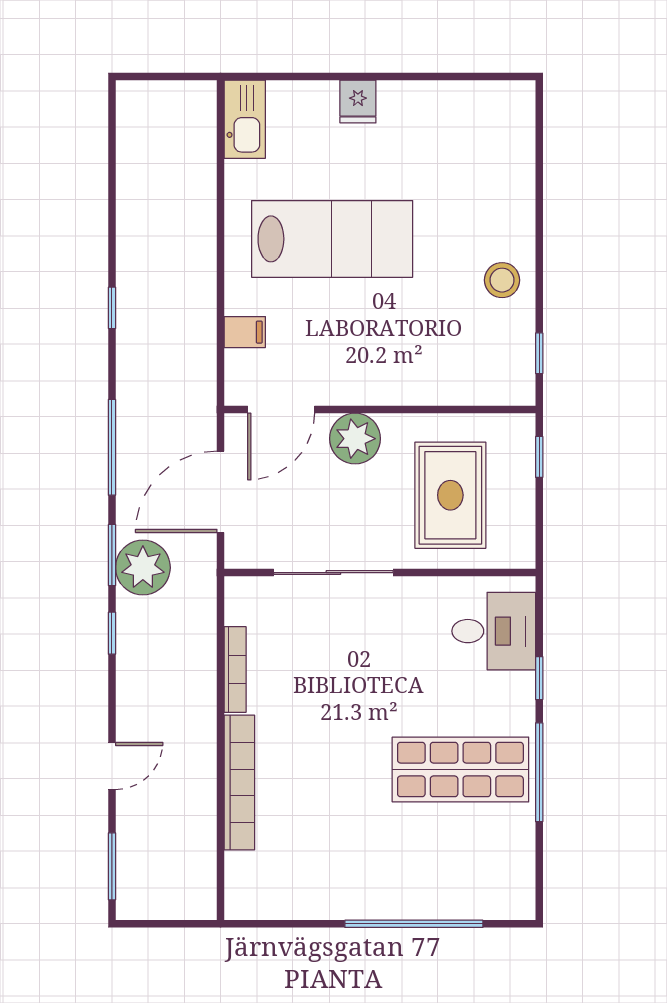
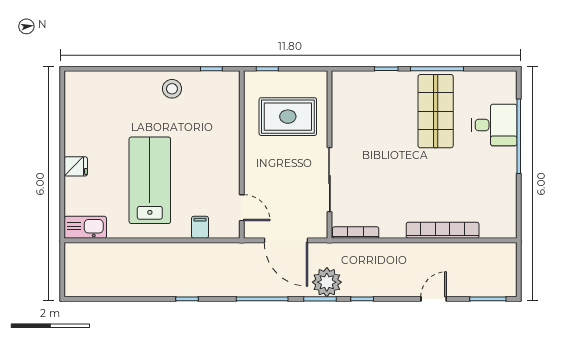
door: (281, 410) -> (242, 208), width x0.73
plant: (355, 439) -> (257, 168), removed
desk: (494, 631) -> (494, 125), moved, turned 90
bookcase: (235, 669) -> (356, 233), moved
door: (112, 766) -> (434, 299), hinge flipped

